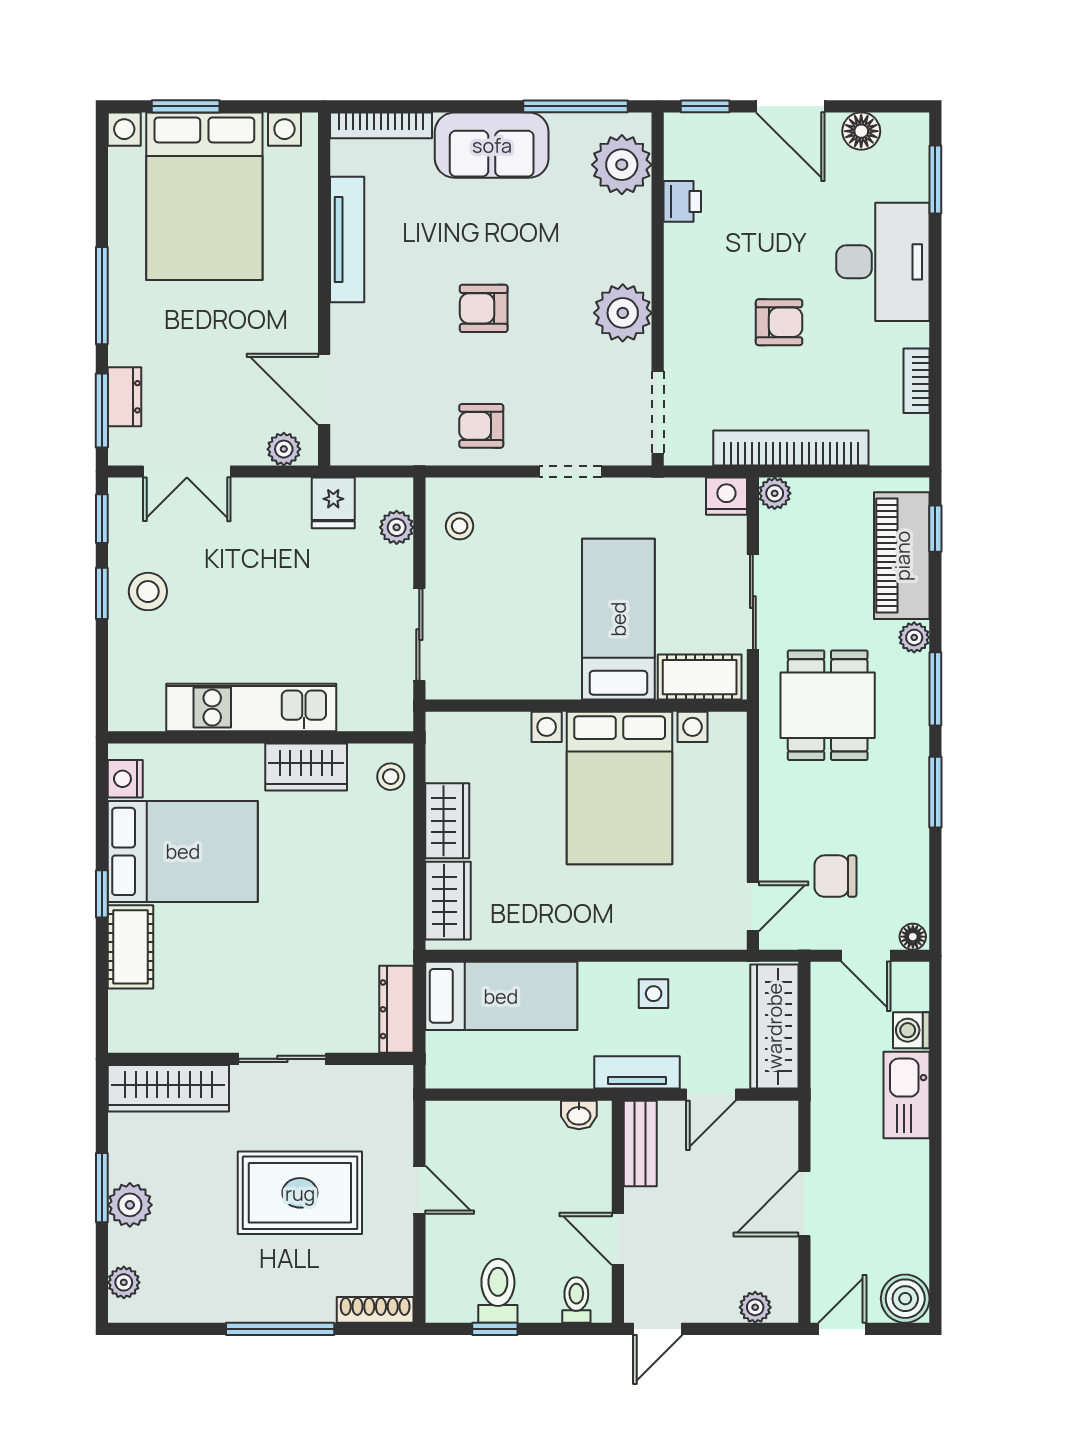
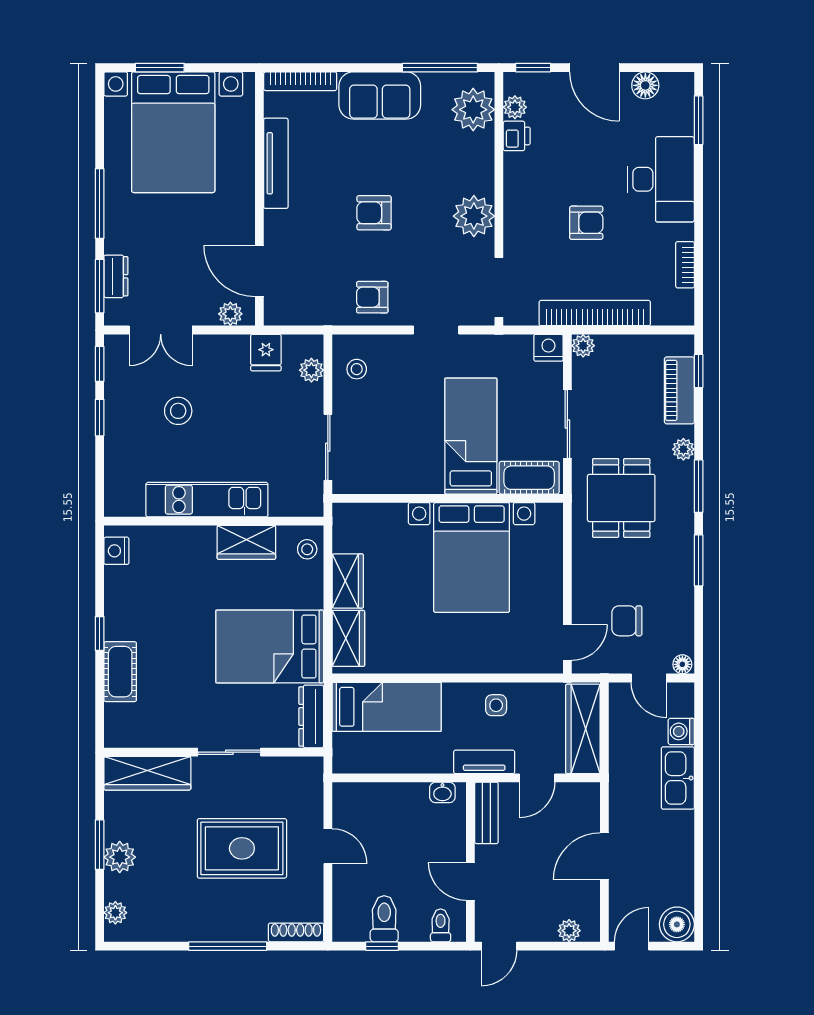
plant: (680, 161) -> (515, 107), added
piano: (902, 556) -> (679, 390), width x0.73, depth x0.75
stool: (148, 592) -> (178, 411), moved
bed: (183, 851) -> (270, 646), moved, turned 180

